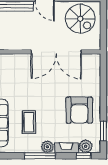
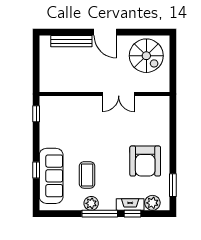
double door: (56, 52) -> (119, 94), width x0.54
plant: (47, 147) -> (91, 203), moved
window: (83, 156) -> (133, 214), moved

